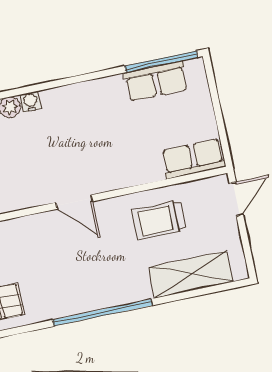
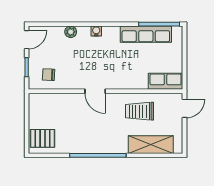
row of seats: (156, 81) -> (146, 34), width x1.48
water cooler: (31, 102) -> (96, 31), moved

